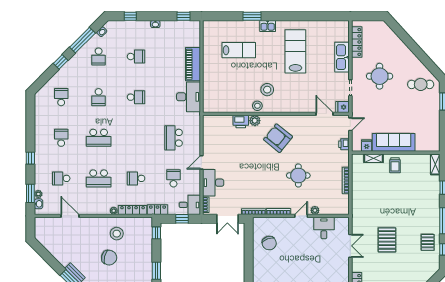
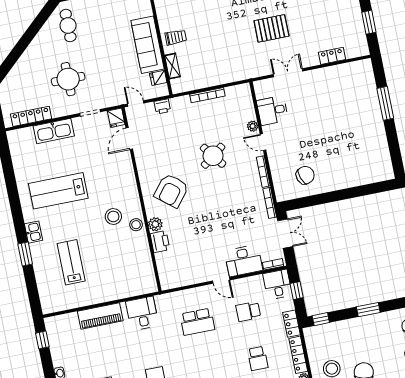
desk: (188, 97) -> (142, 313), width x0.73
round table: (298, 175) -> (213, 156), turned -37

